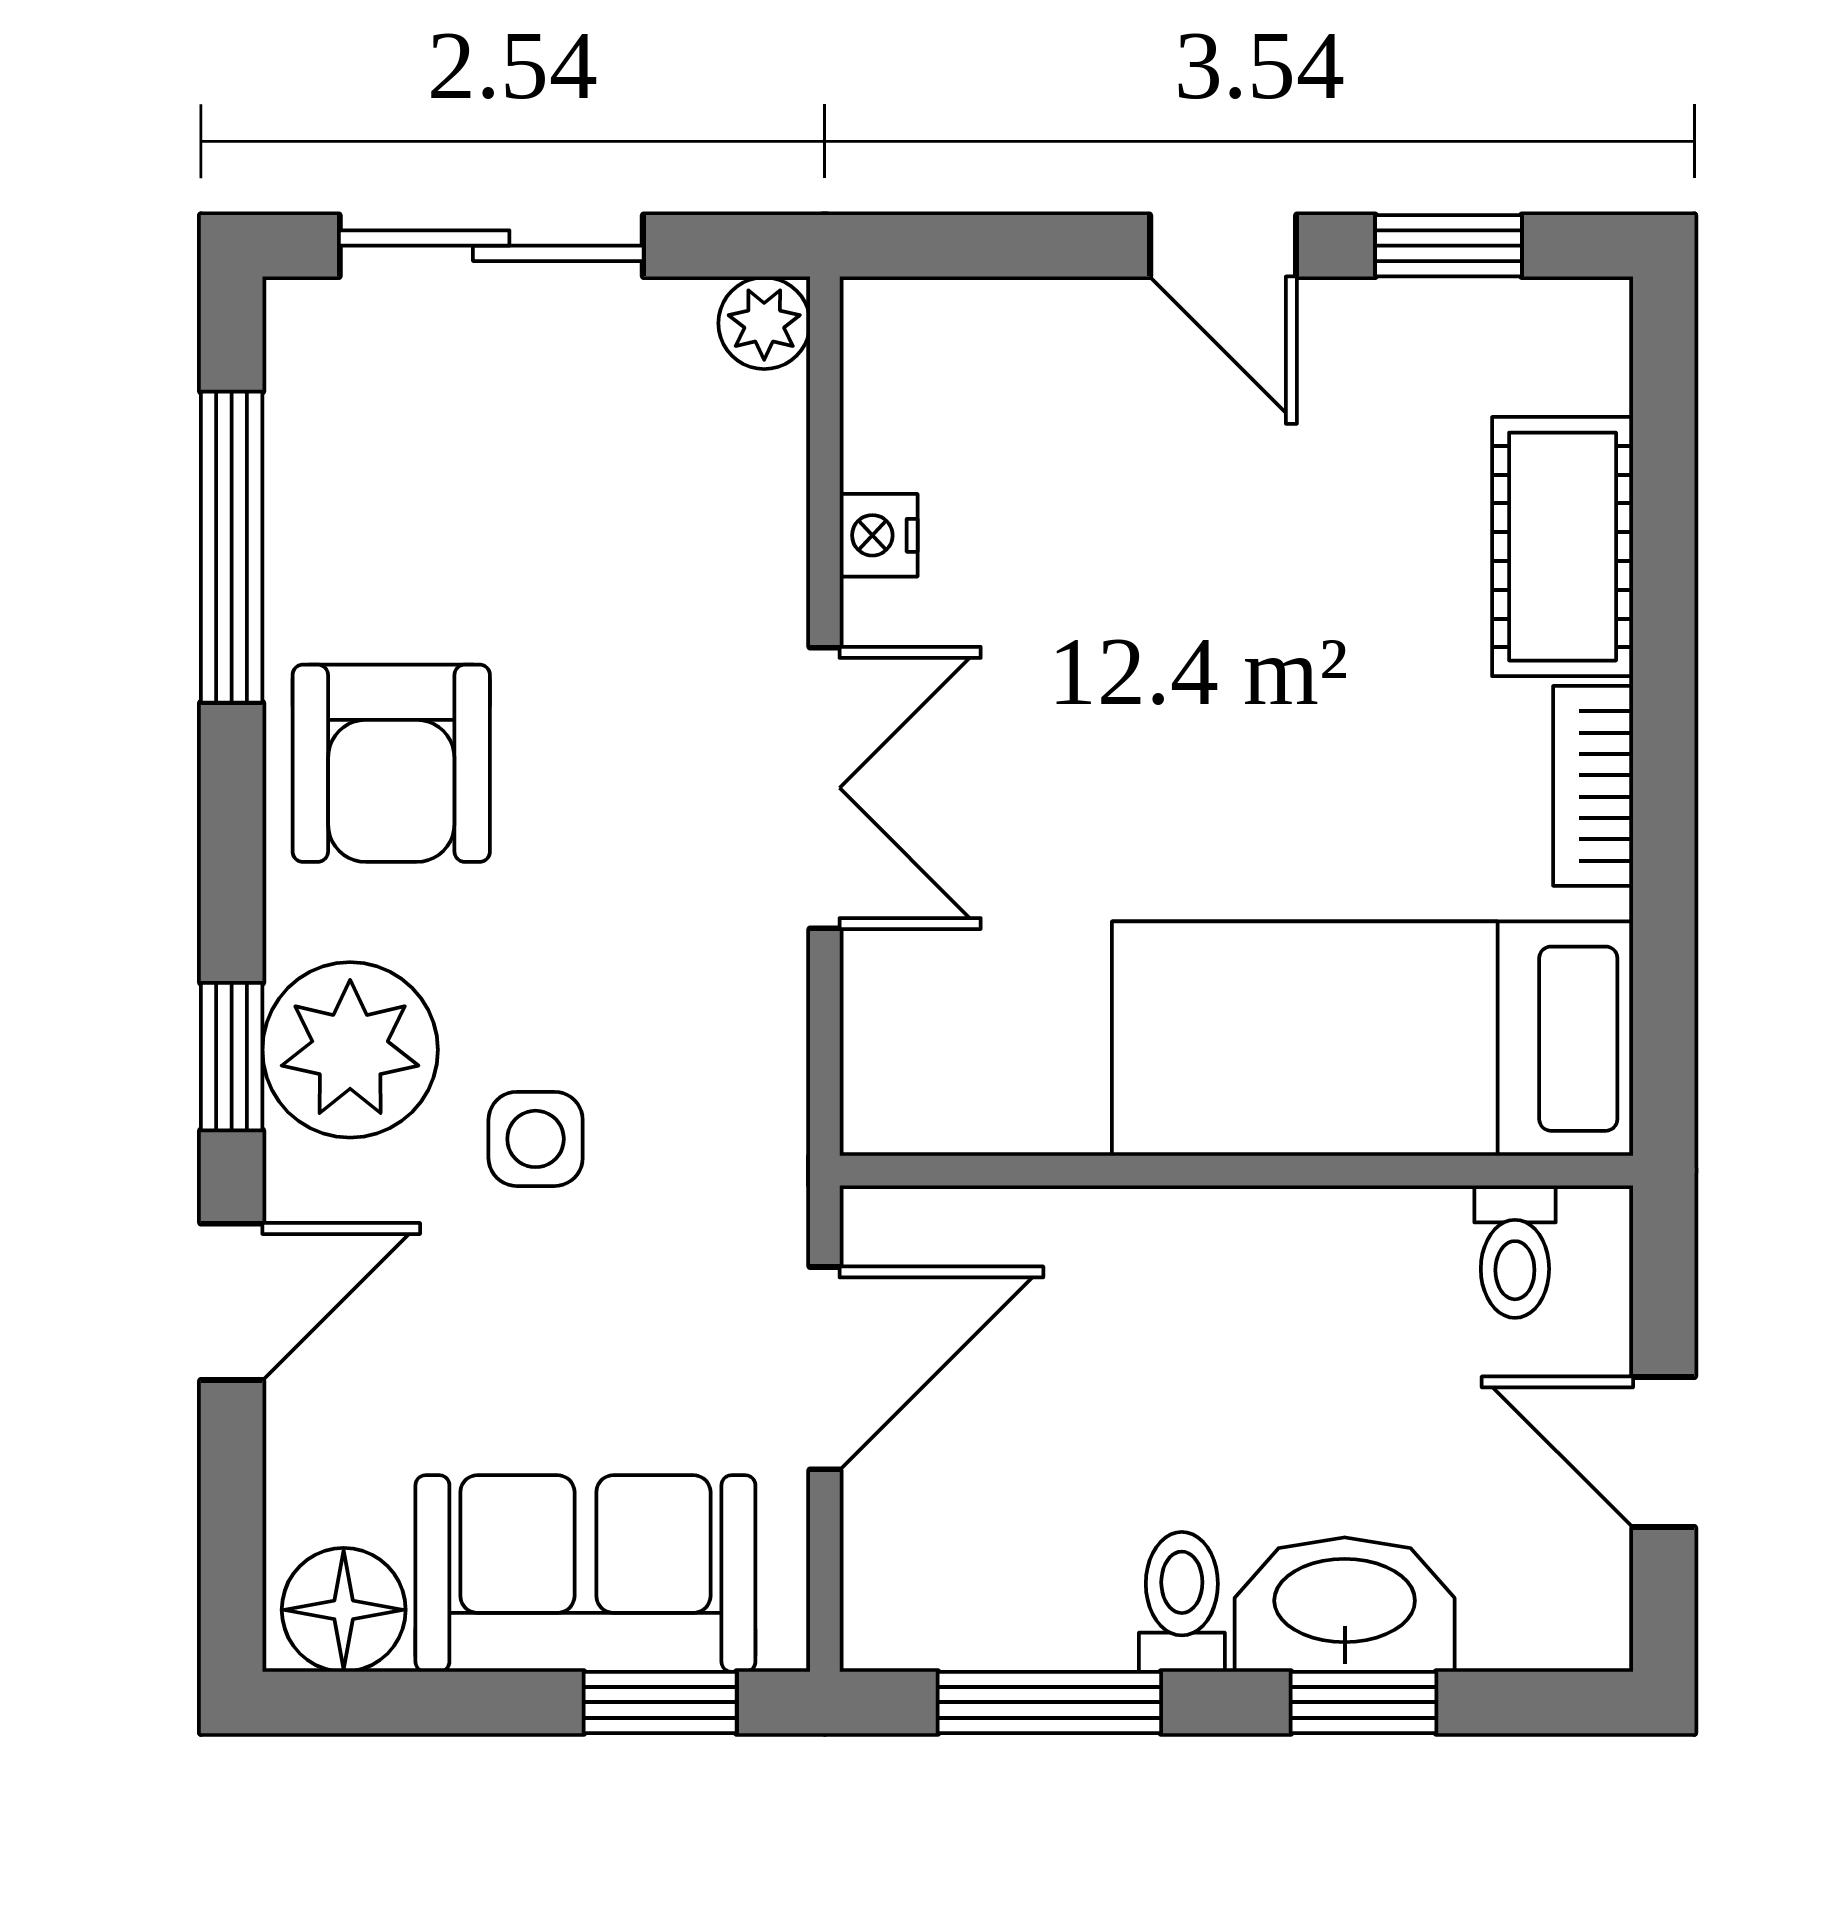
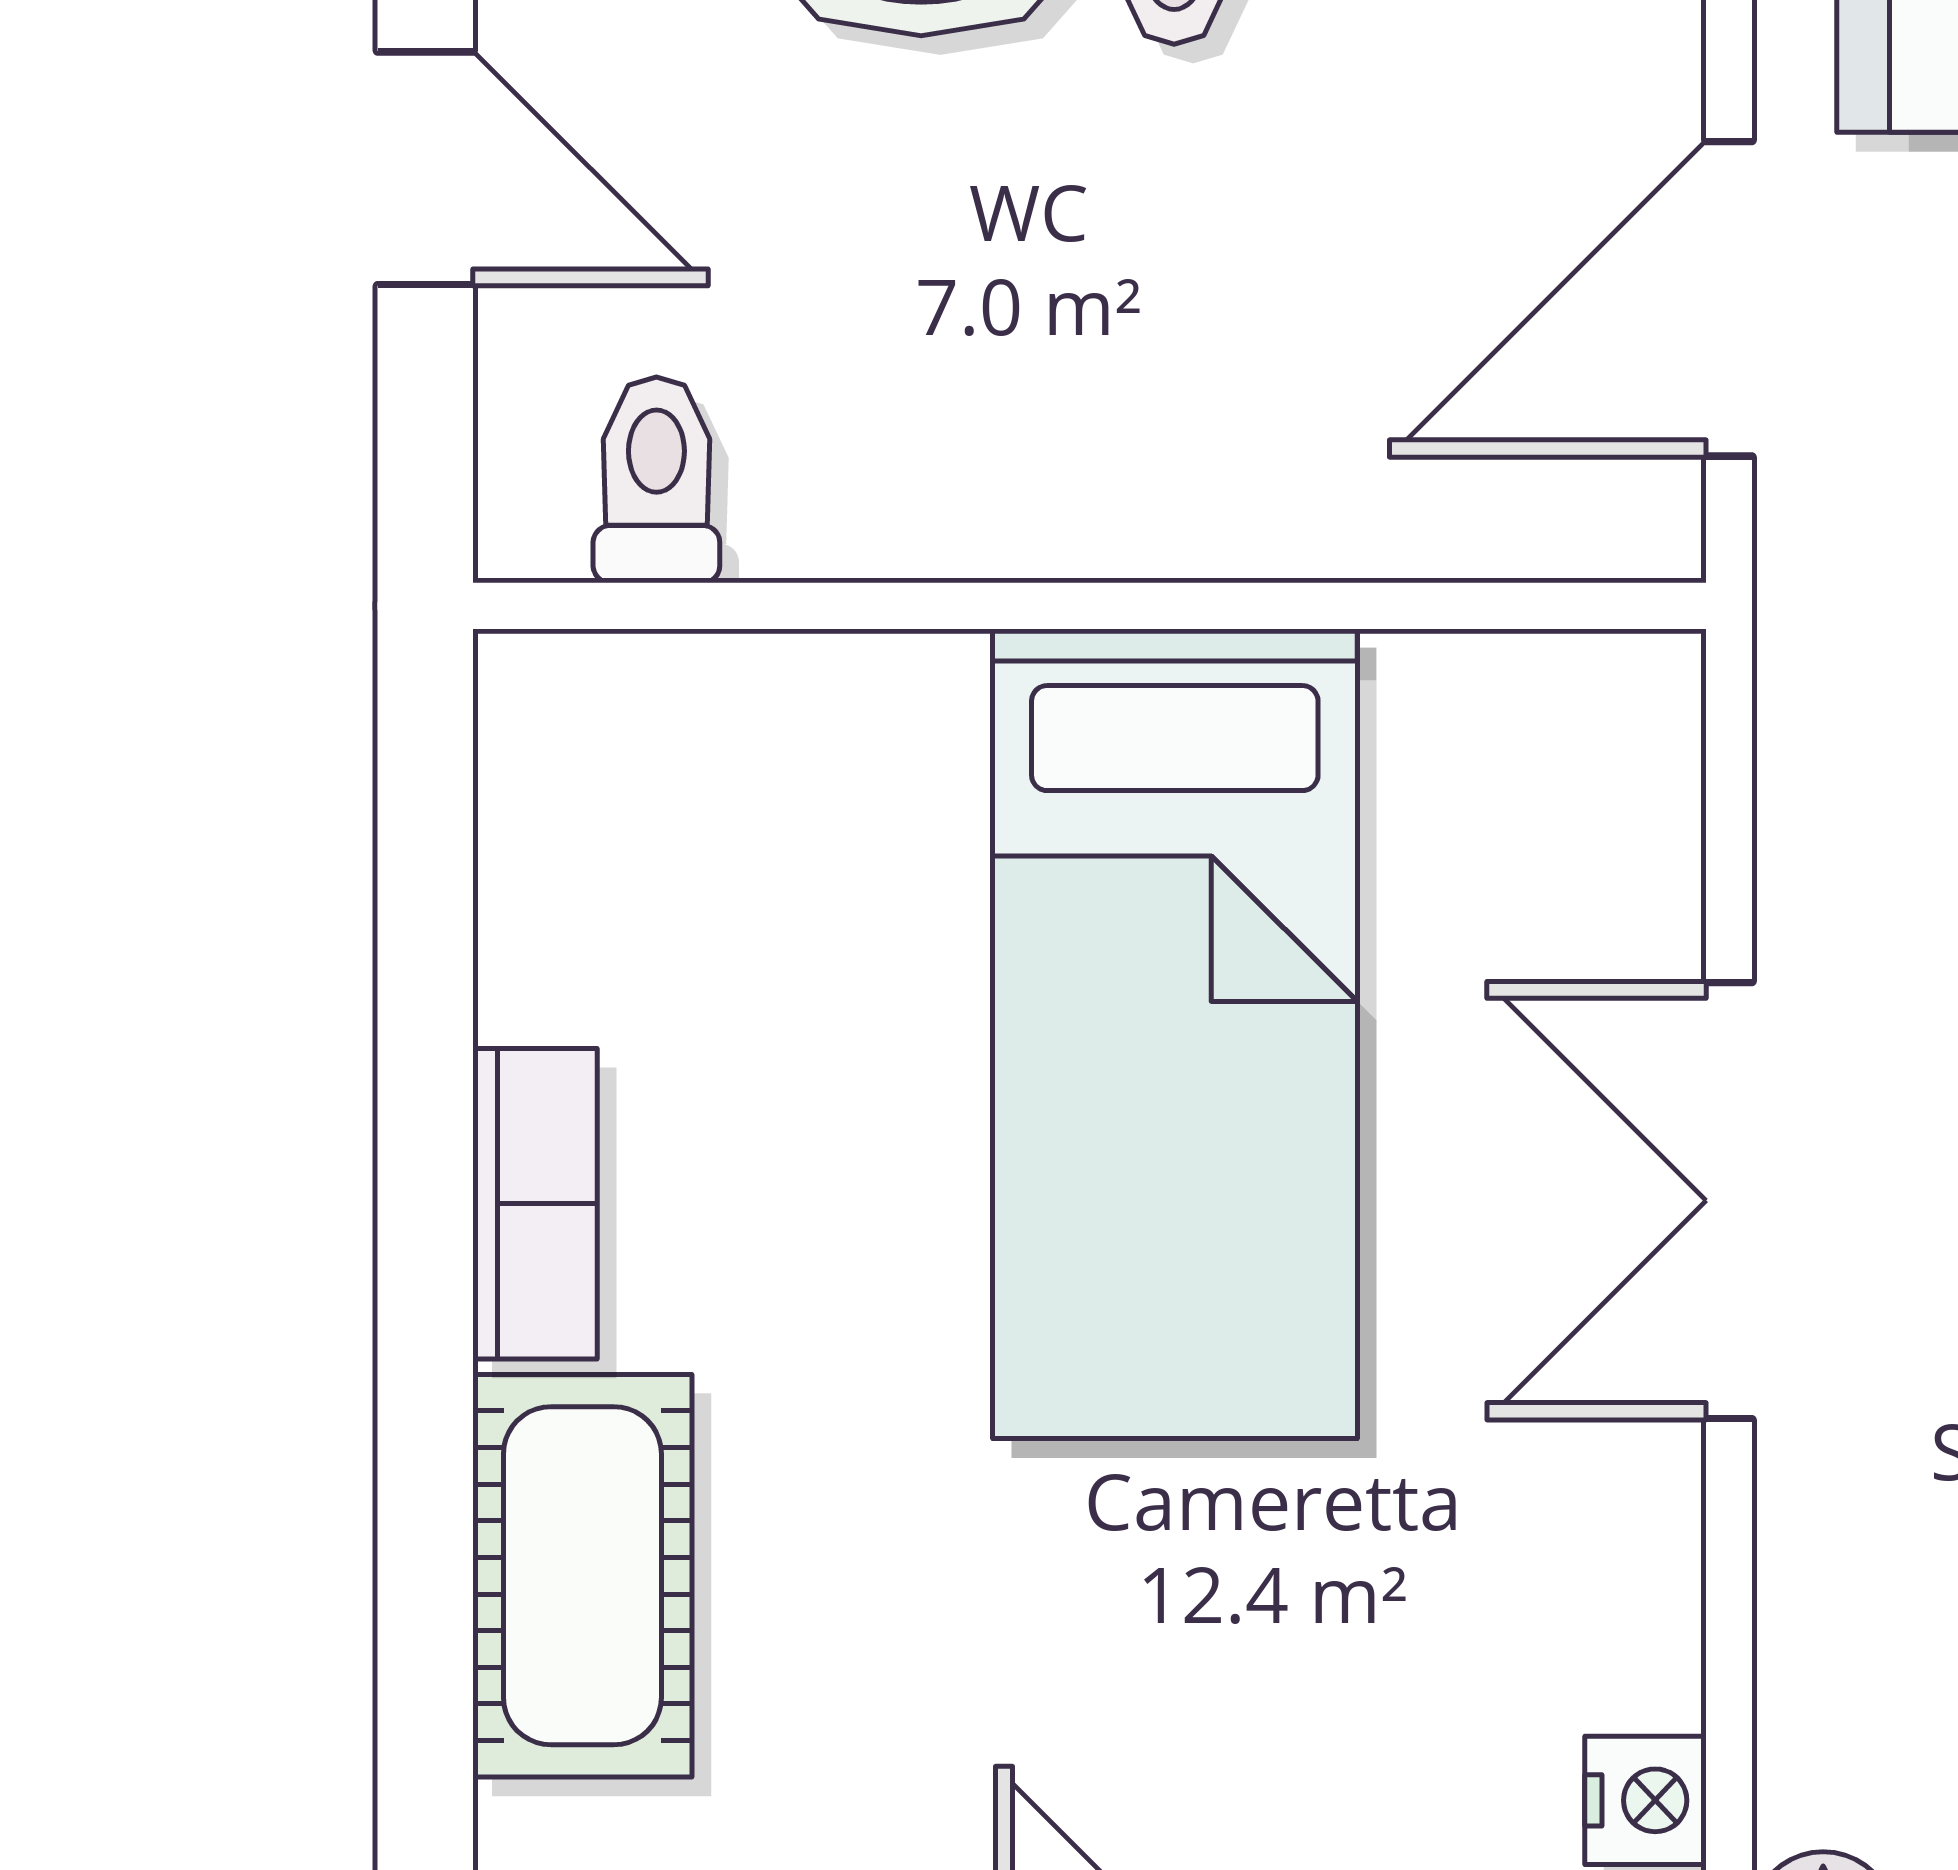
nightstand: (879, 535) -> (1646, 1800), moved
bed: (1372, 1039) -> (1175, 1034), moved, turned 90

